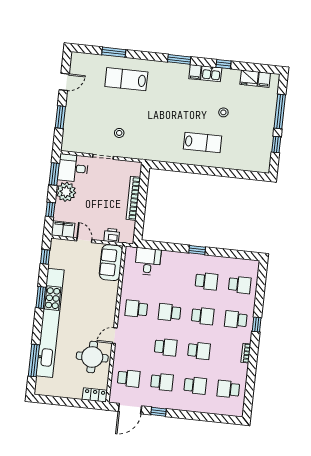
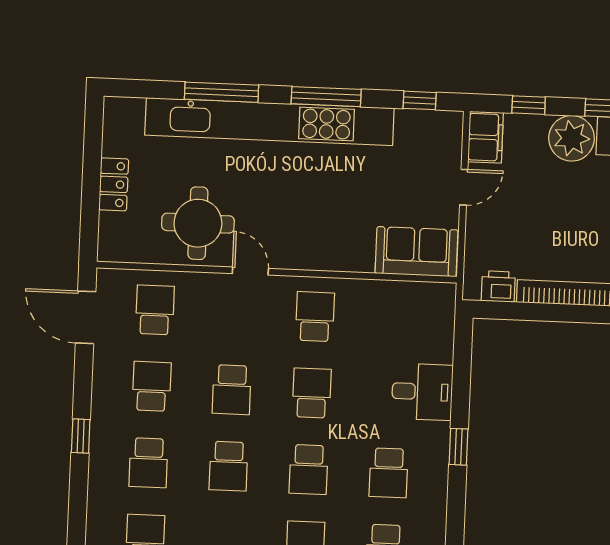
printer: (112, 235) -> (498, 286), moved, turned -90
desk: (148, 262) -> (422, 392), moved
window: (41, 297) -> (326, 97), width x1.44
window: (34, 360) -> (222, 92), moved
school desk: (129, 378) -> (155, 310), turned 180
school desk: (162, 382) -> (152, 386), turned 180
locker: (95, 395) -> (114, 184), moved
window: (159, 412) -> (81, 436), moved

